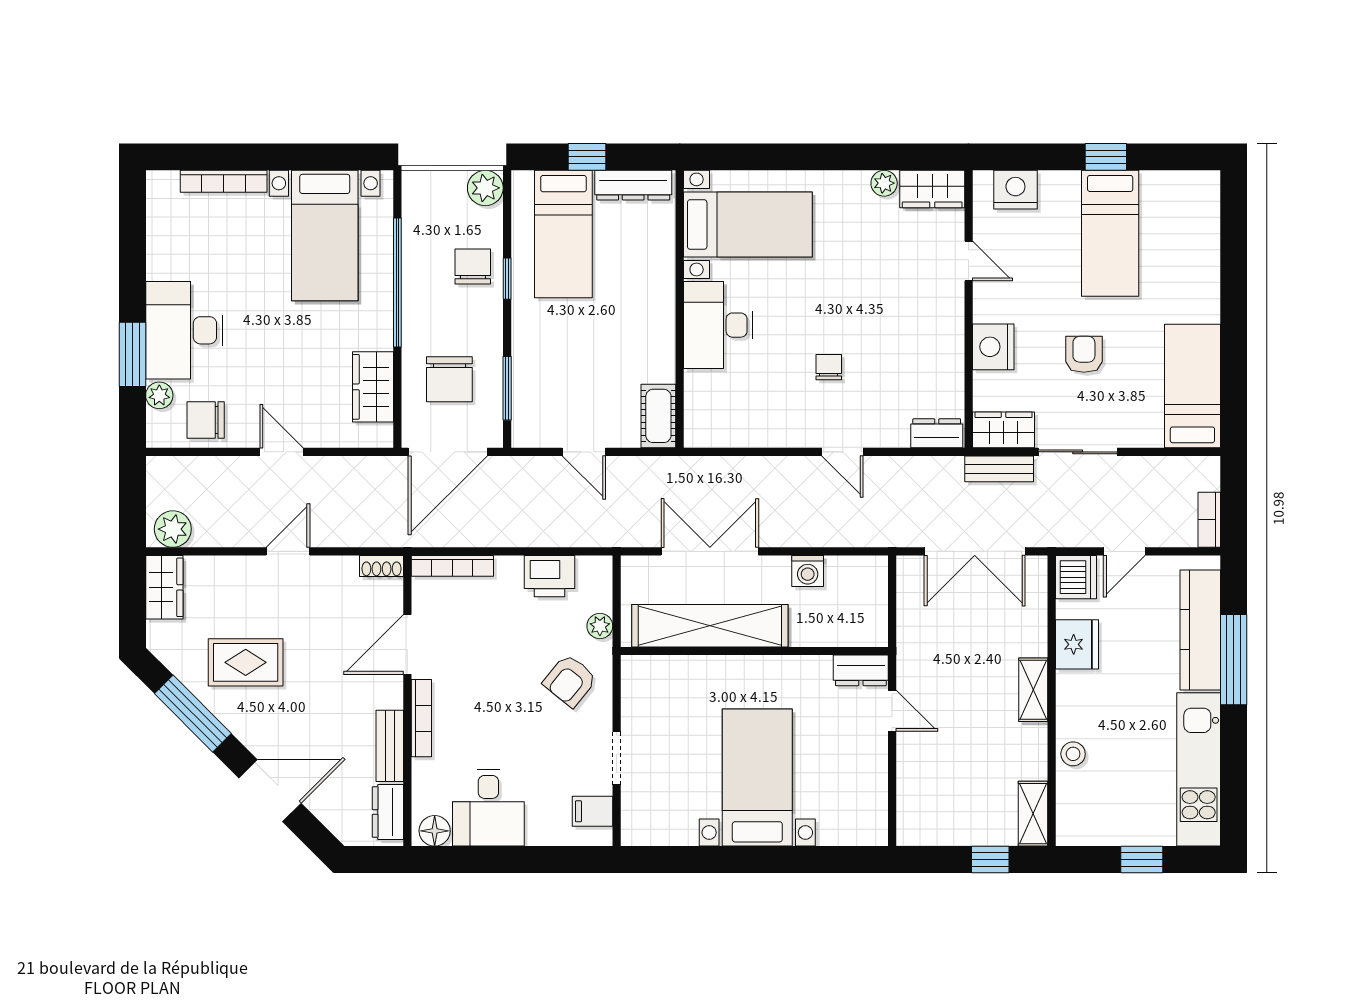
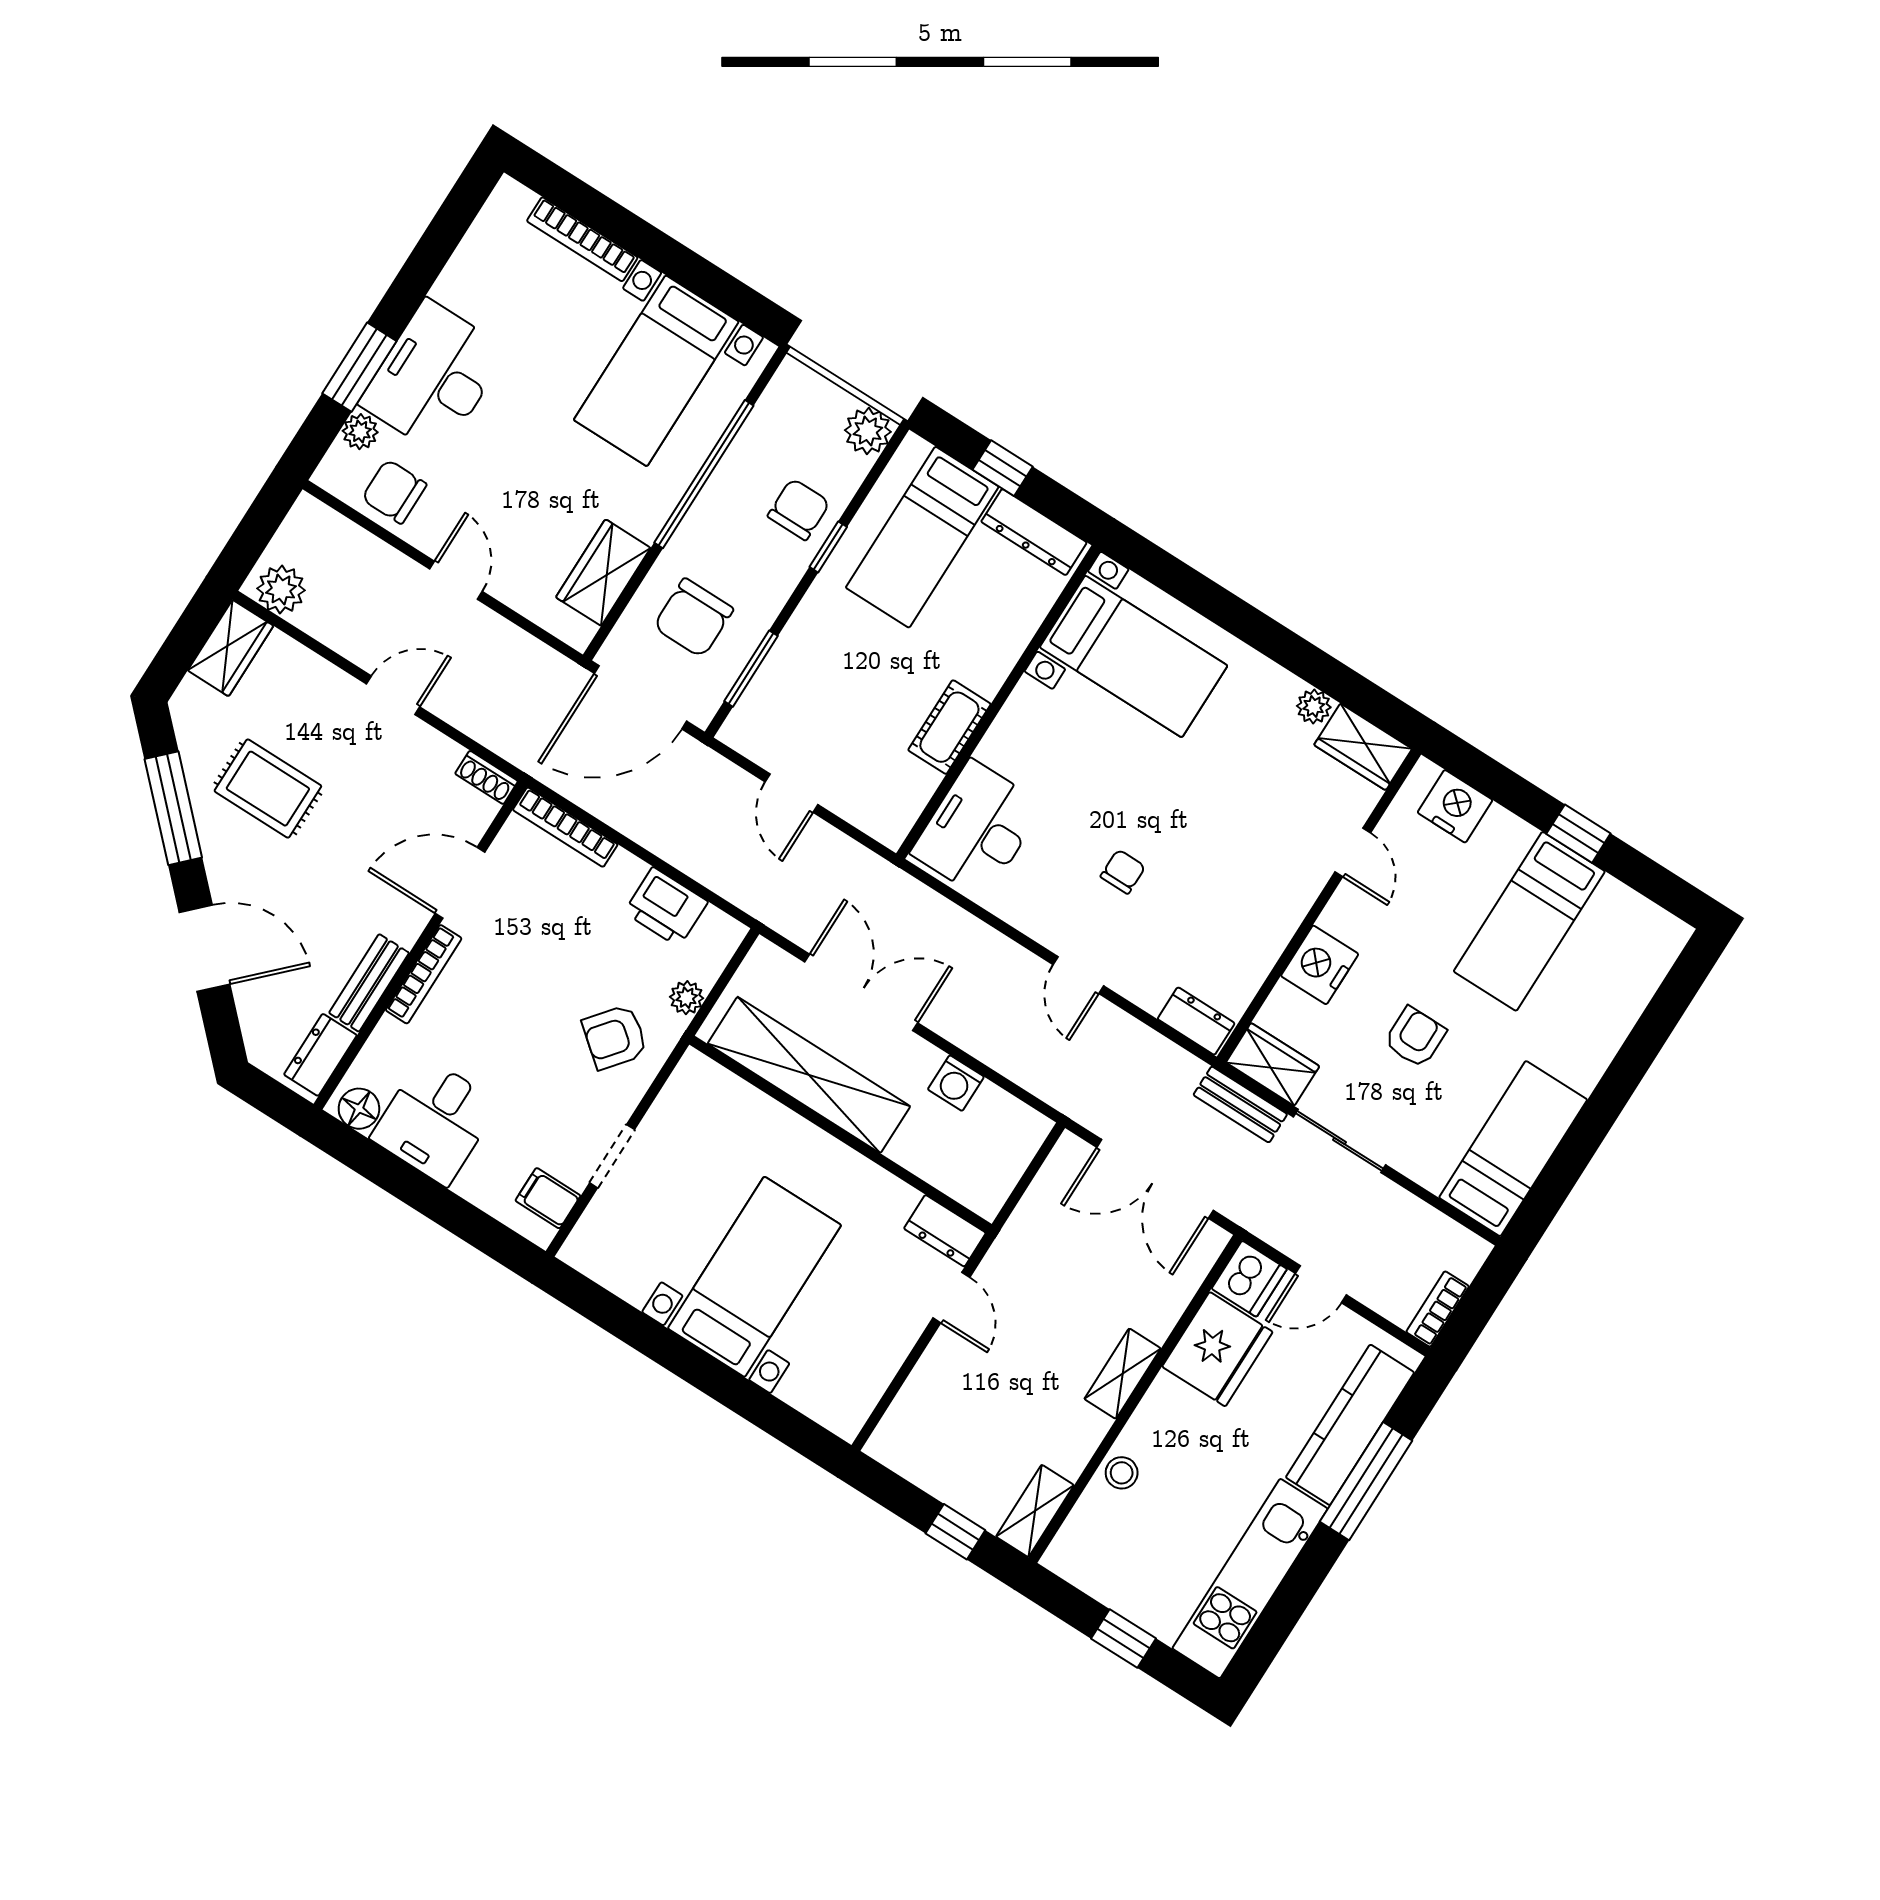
desk: (718, 325) -> (977, 829), moved
cot: (658, 416) -> (949, 727), moved
fridge: (1077, 644) -> (1217, 1349), width x1.36, depth x1.34

